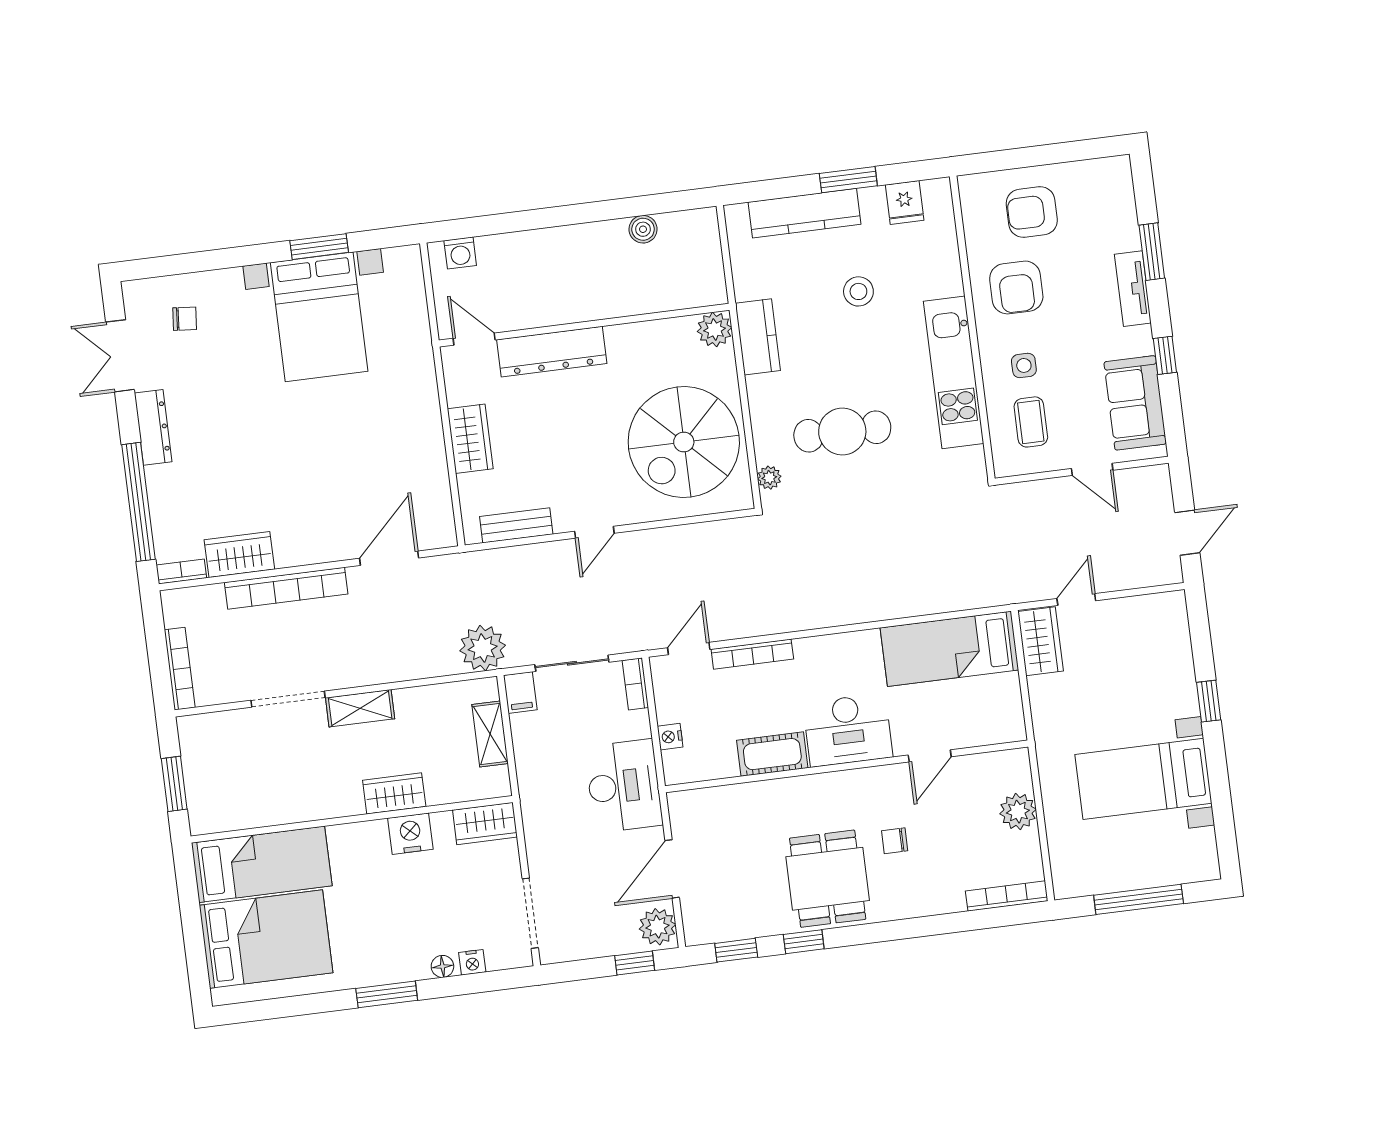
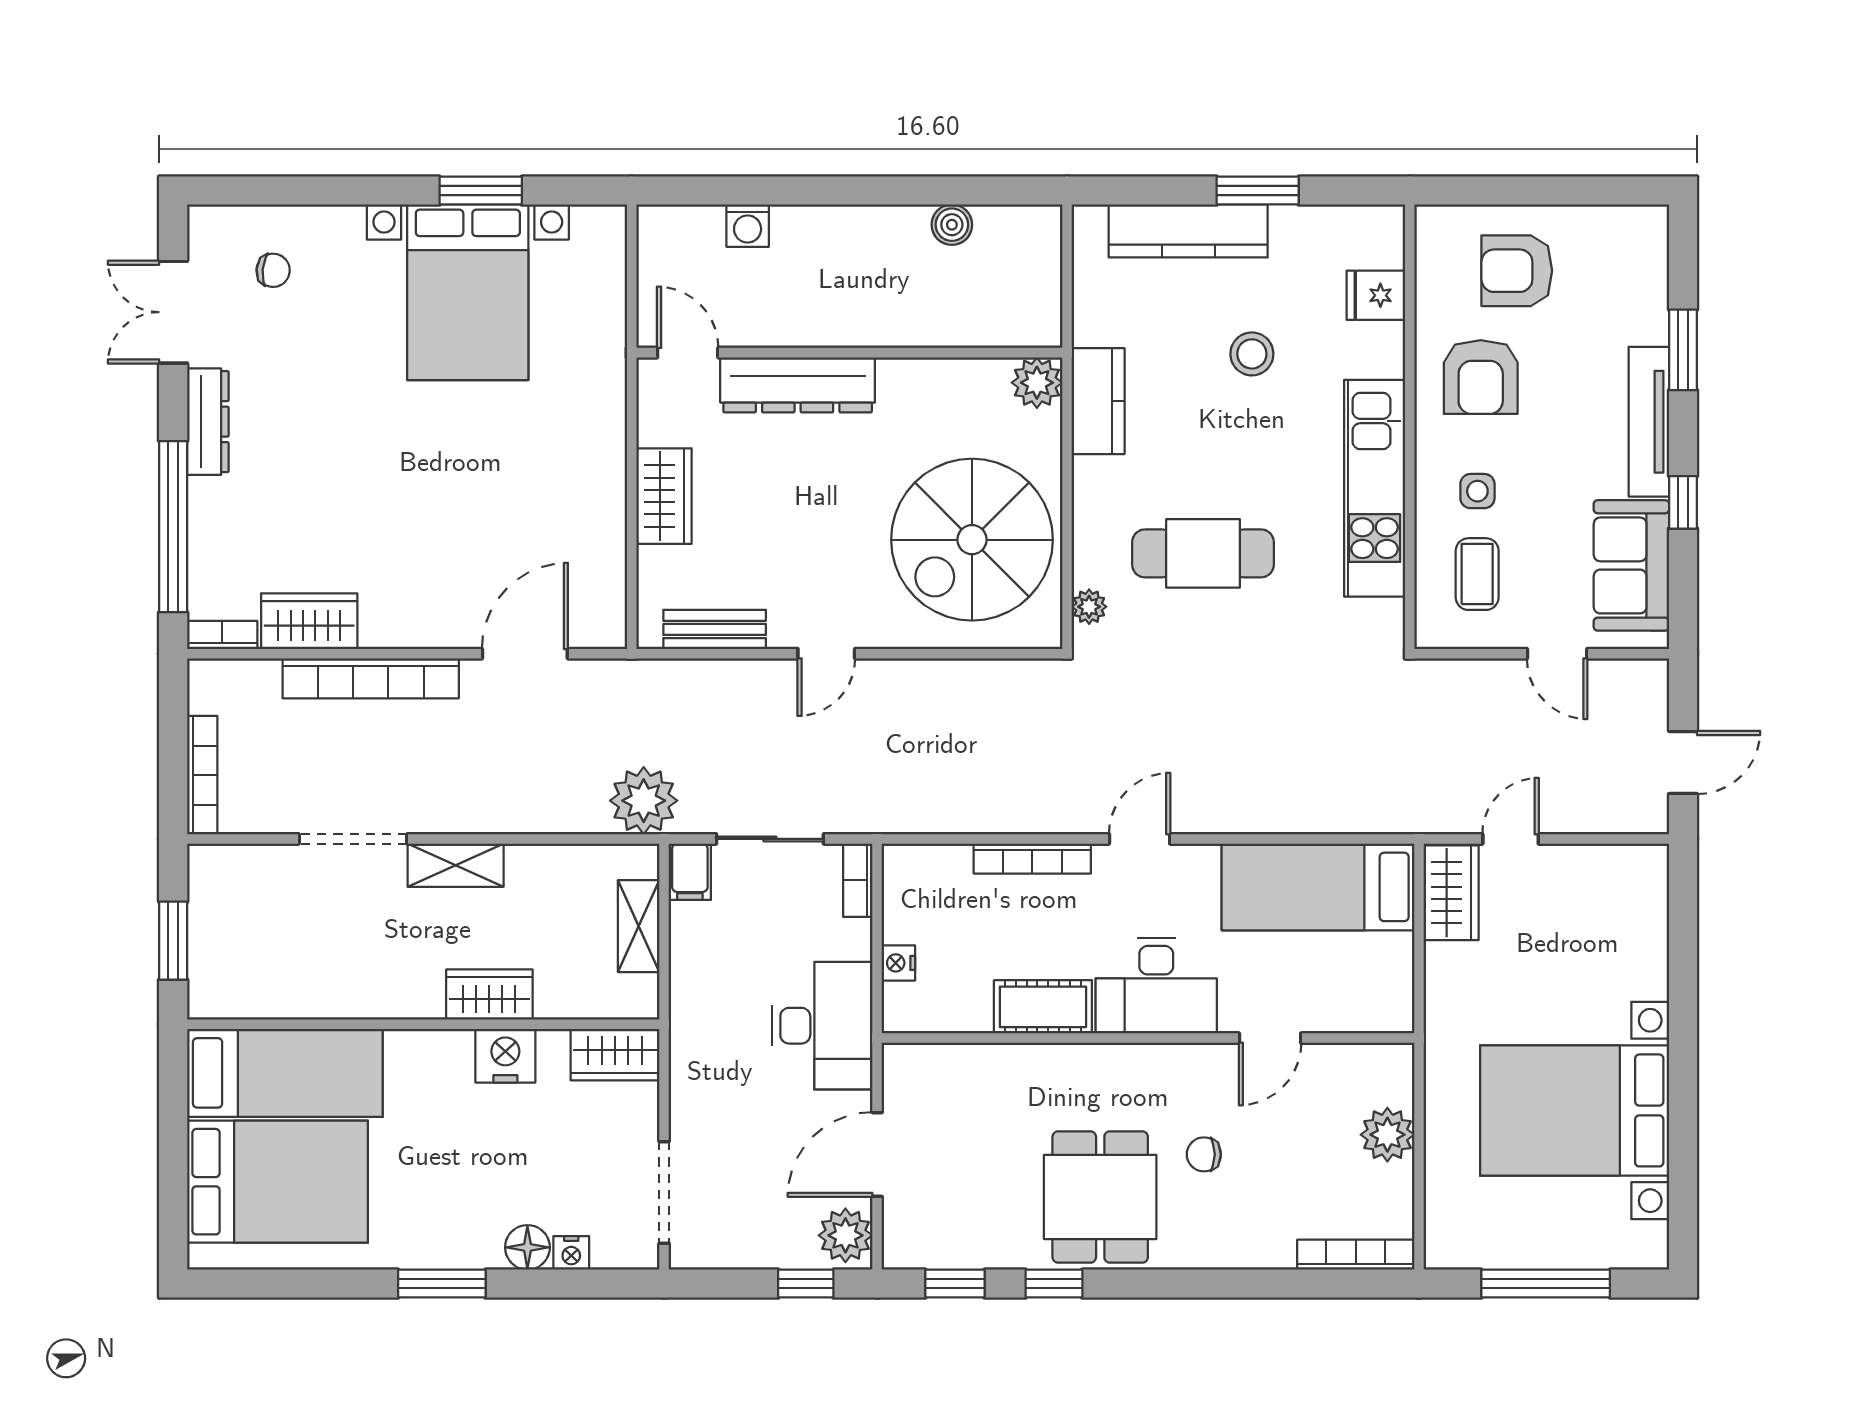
fridge: (905, 202) -> (1376, 295), moved, turned 90
washing machine: (460, 253) -> (748, 226), moved
tv unit: (1133, 289) -> (1649, 422), width x1.41
door: (689, 649) -> (1140, 839), moved
window: (1209, 701) -> (1683, 1010), removed
bed with nightstands: (1143, 779) -> (1575, 1110), width x1.36
floor lamp: (442, 966) -> (527, 1247), width x1.37, depth x1.37

